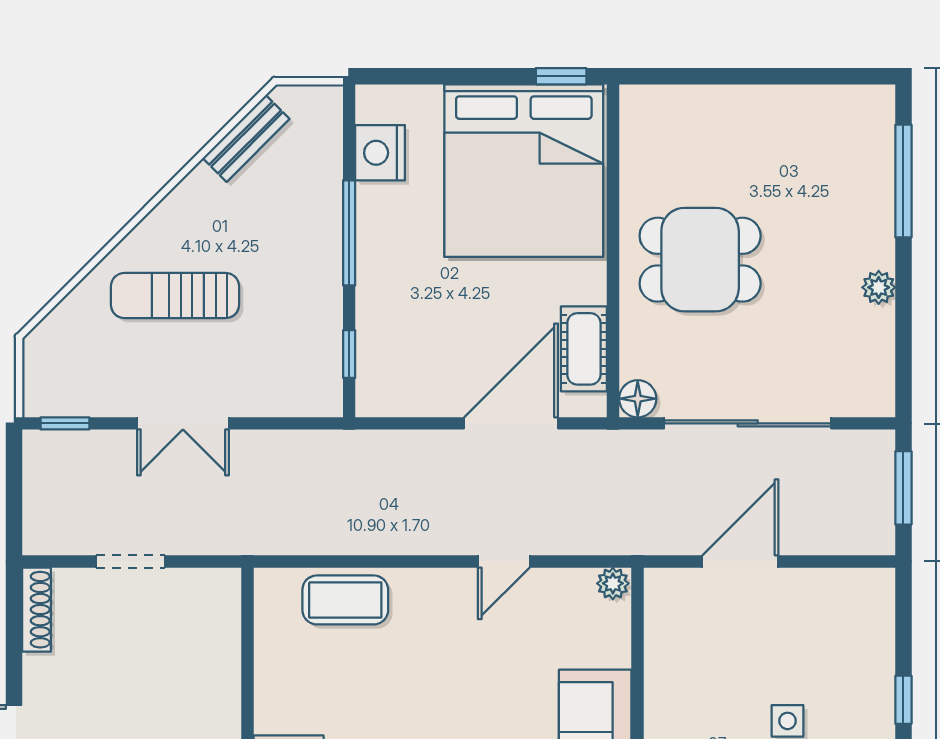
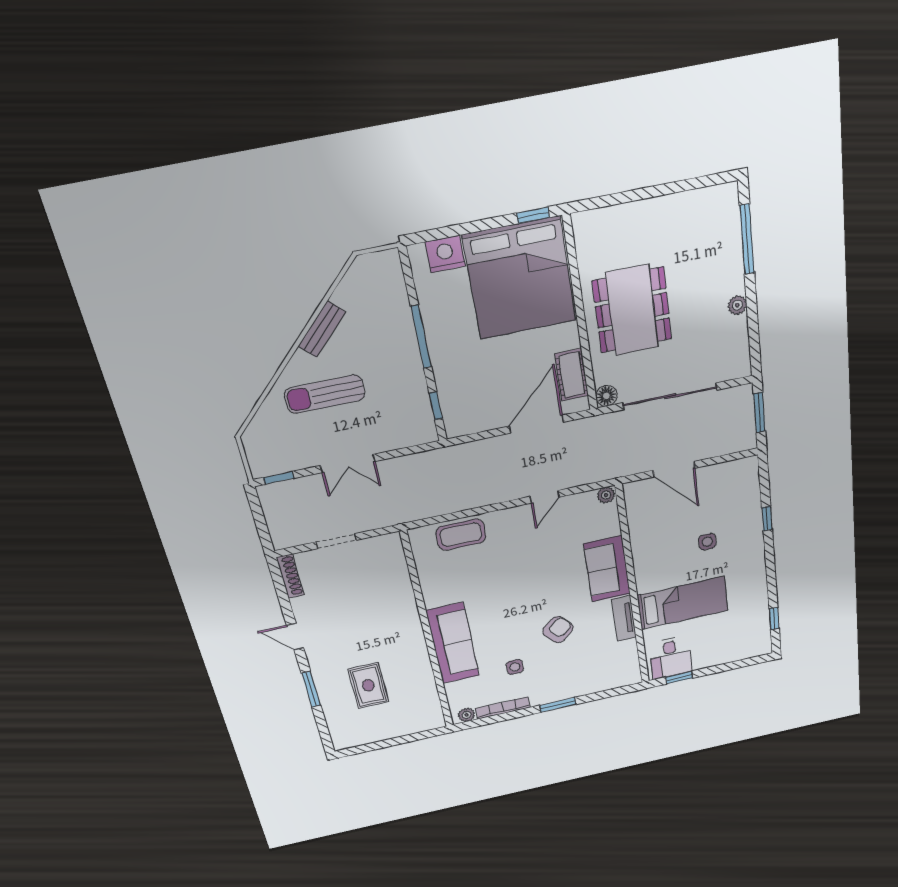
bench: (246, 138) -> (322, 329), moved
nightstand: (380, 153) -> (445, 254), moved, turned 90
dining table: (700, 260) -> (632, 310), width x1.38
door: (740, 561) -> (674, 469), swing flipped

